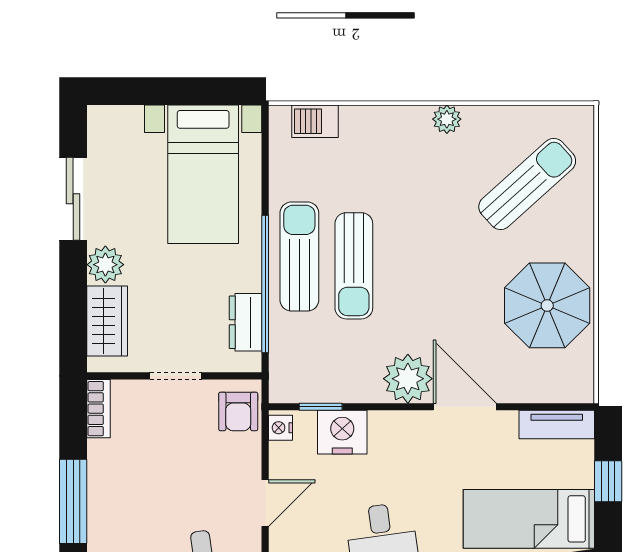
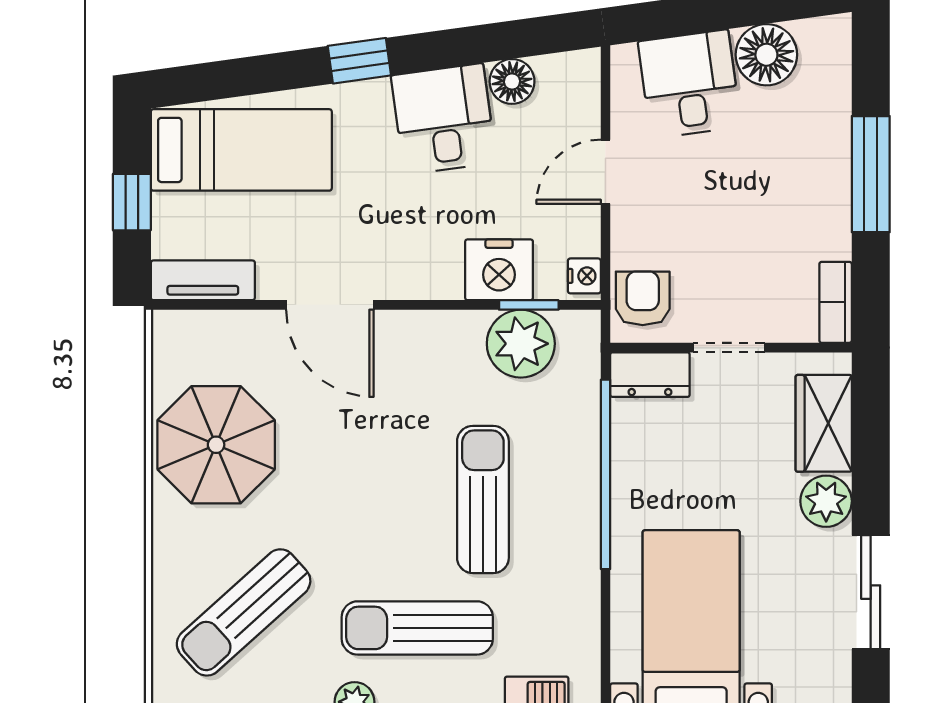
sun lounger: (299, 257) -> (417, 628), moved, turned 90
dresser: (246, 322) -> (650, 375), moved, turned 90
plant: (408, 379) -> (521, 344), moved

